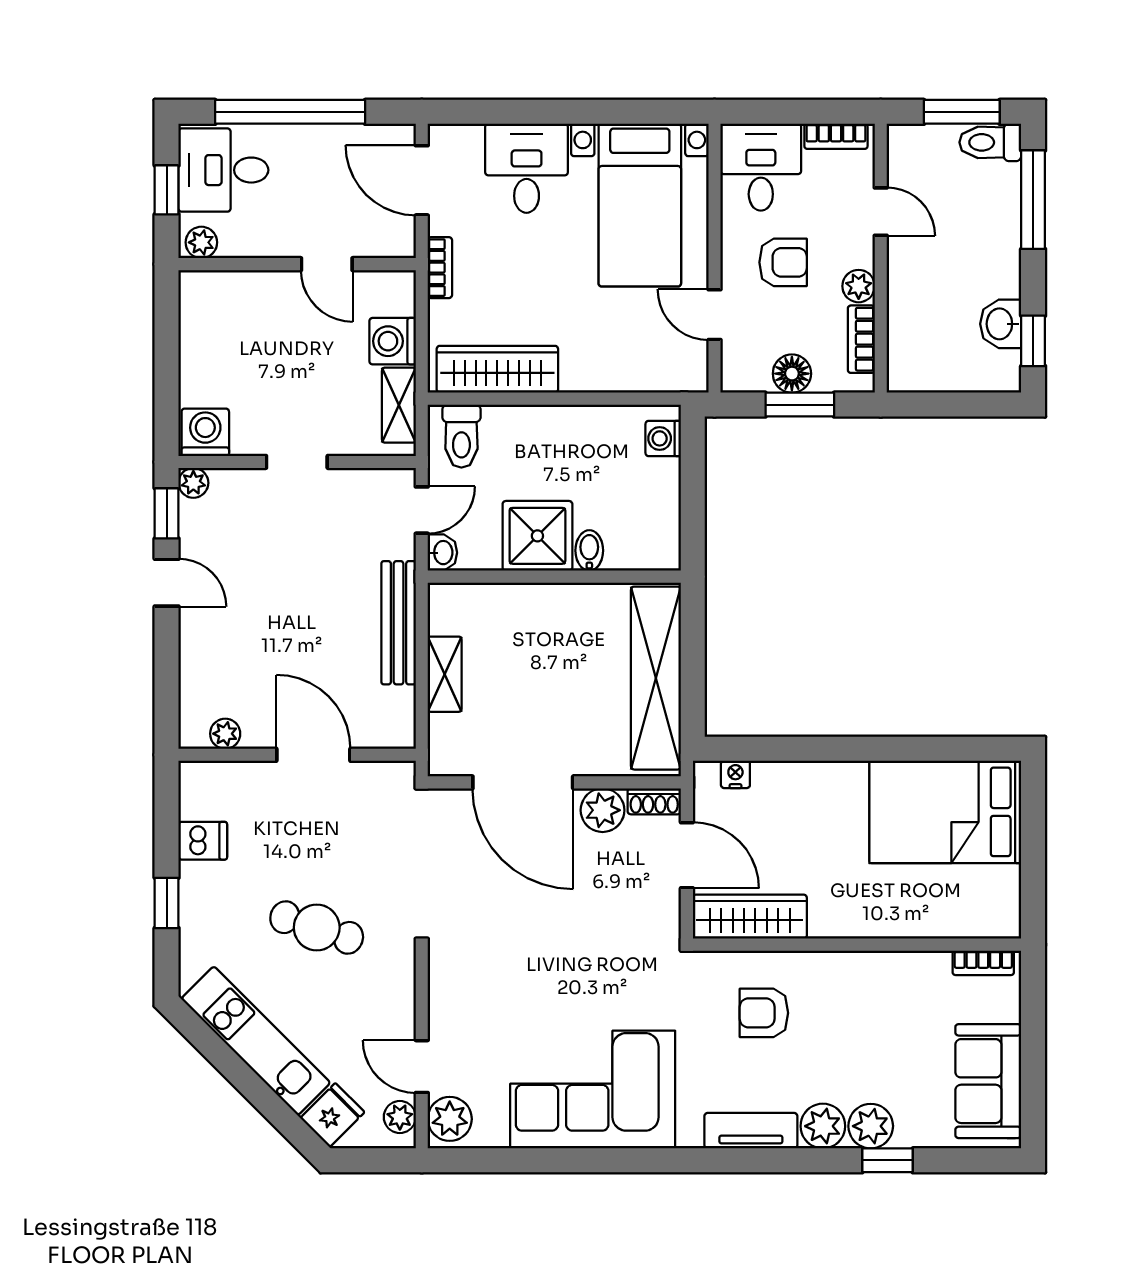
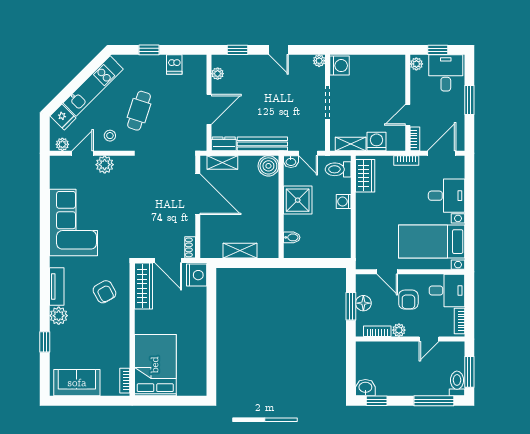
window: (290, 112) -> (469, 100), width x0.47
bookcase: (386, 246) -> (415, 139), added
door: (715, 315) -> (387, 272), swing flipped
washbasin: (1001, 324) -> (365, 388), moved
wardrobe: (497, 369) -> (365, 176), width x0.67
washing machine: (663, 438) -> (344, 202), moved, turned -90
doorway: (297, 462) -> (328, 103), width x1.38
window: (167, 513) -> (238, 50), moved
bidet: (589, 550) -> (292, 237), moved
door: (167, 583) -> (279, 50), hinge flipped
boiler: (453, 608) -> (268, 166), added
shelving: (445, 674) -> (222, 162), moved
shelving: (656, 678) -> (240, 251), width x0.45, depth x0.75
dresser: (399, 718) -> (224, 144), added
nightstand: (735, 774) -> (197, 275), width x1.89, depth x1.79
door: (523, 782) -> (198, 194), swing flipped
plant: (603, 810) -> (187, 226), removed
bed: (945, 812) -> (155, 365), moved
door: (687, 855) -> (168, 261), hinge flipped
stool: (378, 999) -> (110, 136), added
armchair: (764, 1013) -> (104, 292), turned 151
plant: (450, 1119) -> (105, 165), moved
plant: (871, 1126) -> (59, 335), removed

